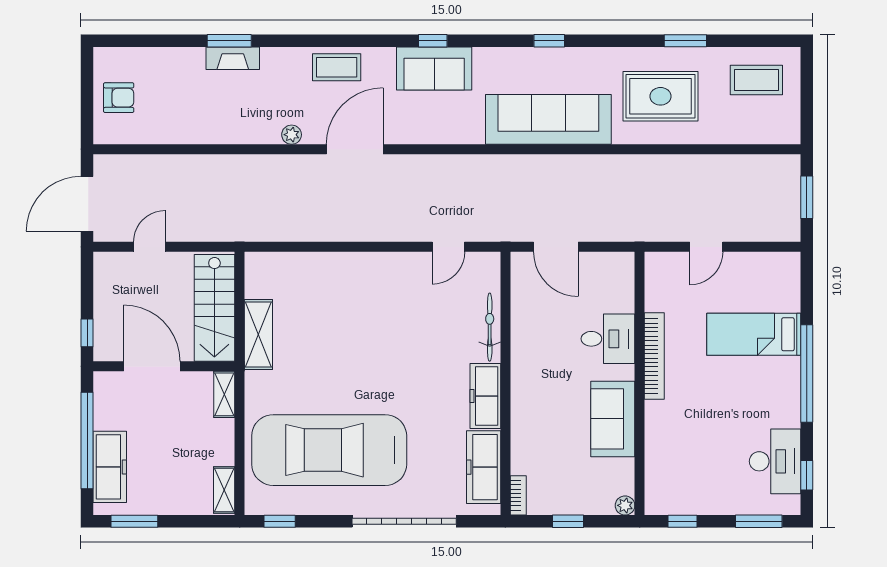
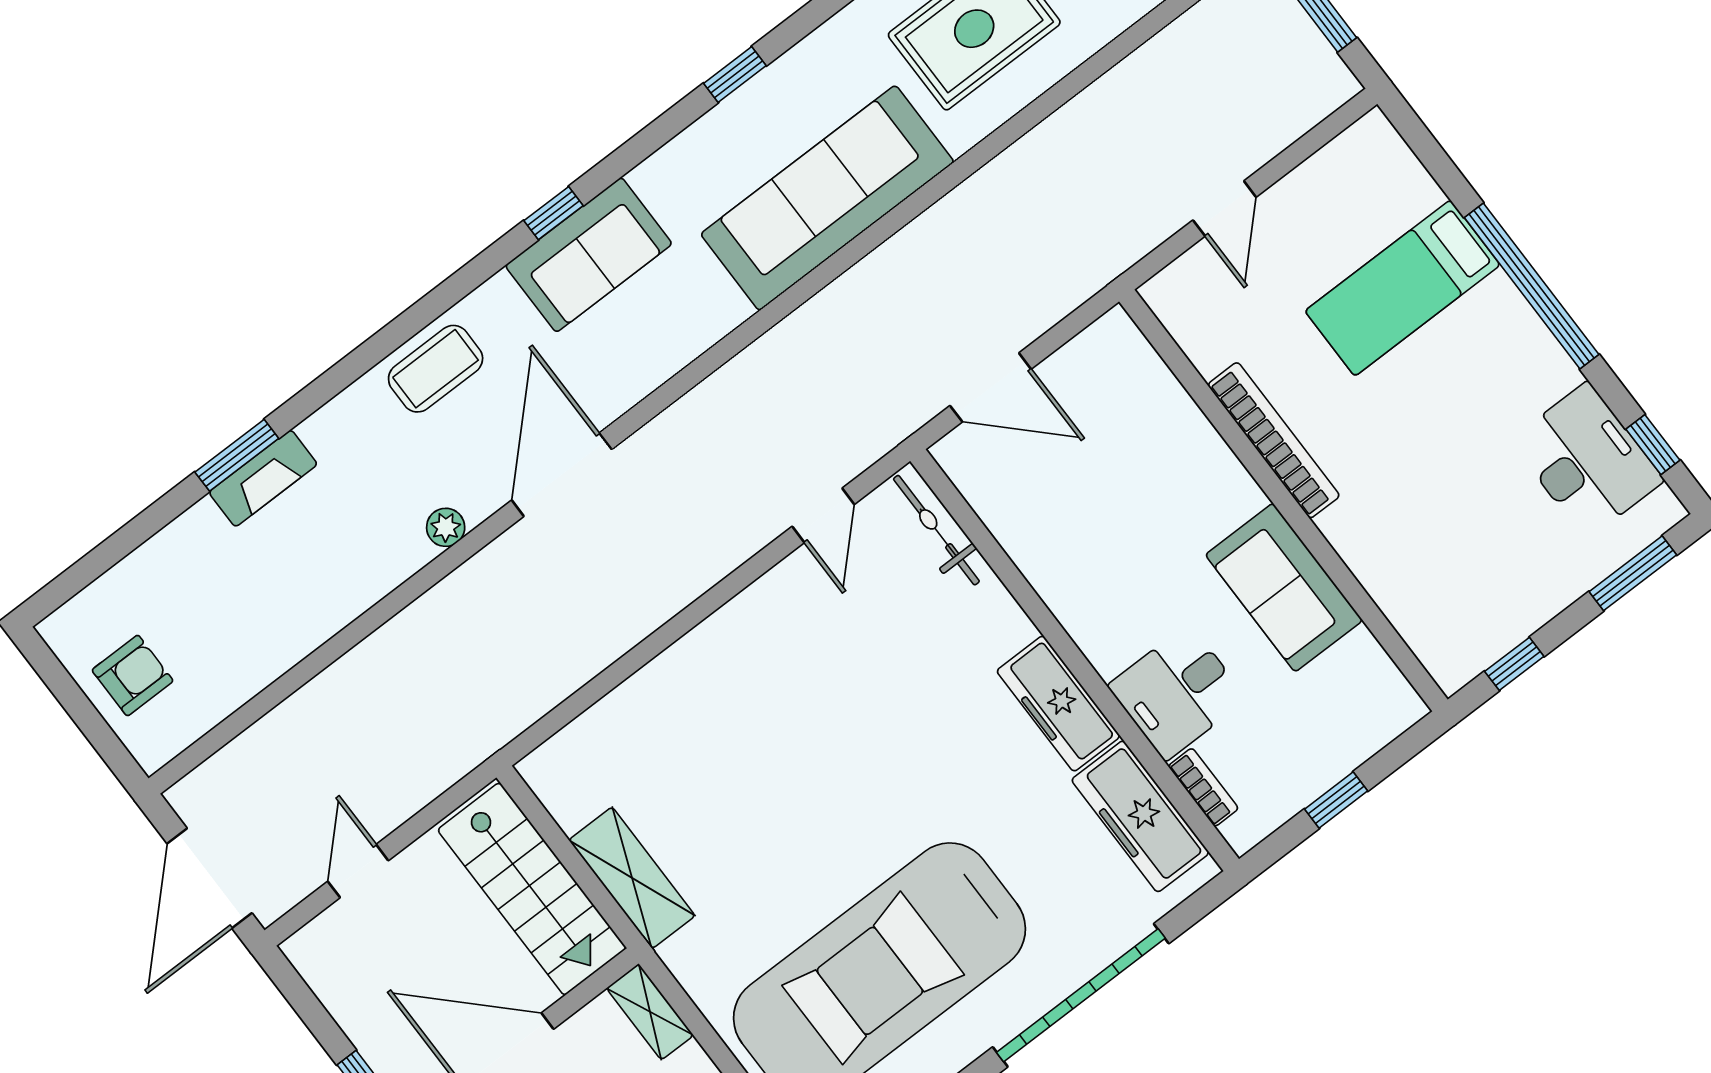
bicycle: (490, 327) -> (936, 530), moved
desk: (608, 339) -> (1177, 692), moved, turned 180
bookcase: (518, 495) -> (1203, 787), moved
plant: (625, 505) -> (1406, 708), removed

